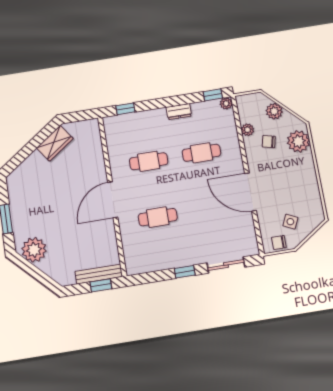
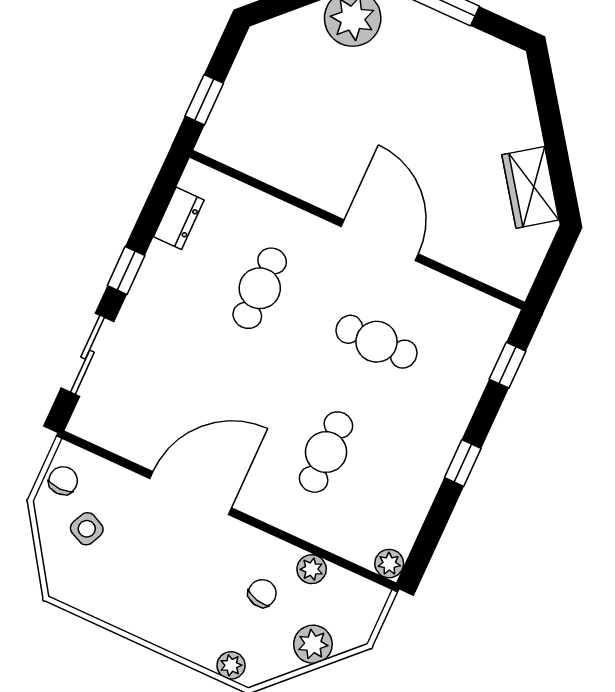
window: (213, 95) -> (463, 463), moved
dresser: (179, 112) -> (179, 218), moved, turned 180
plant: (298, 141) -> (231, 665), width x0.53, depth x0.53
cafe table: (149, 161) -> (377, 342), turned 90
door: (113, 200) -> (380, 240), moved
bench: (99, 274) -> (227, 109), removed

